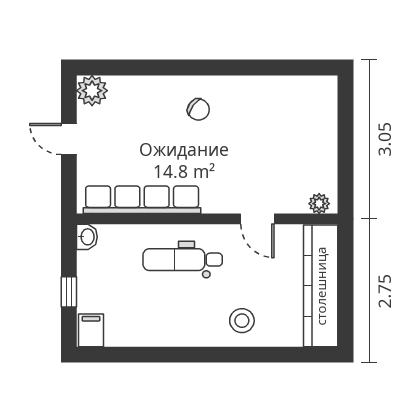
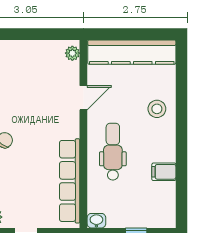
dental chair: (183, 260) -> (113, 152), turned 180
filing cabinet: (91, 330) -> (164, 172), moved

